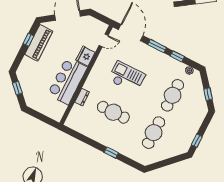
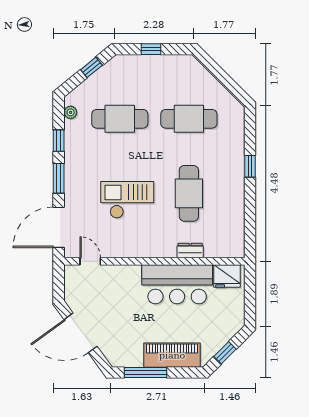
window: (28, 40) -> (145, 373), width x2.17
piano: (39, 43) -> (172, 355), moved
fridge: (86, 56) -> (227, 276), moved
checkout: (127, 77) -> (127, 200), turned 90
window: (197, 141) -> (151, 49), moved

